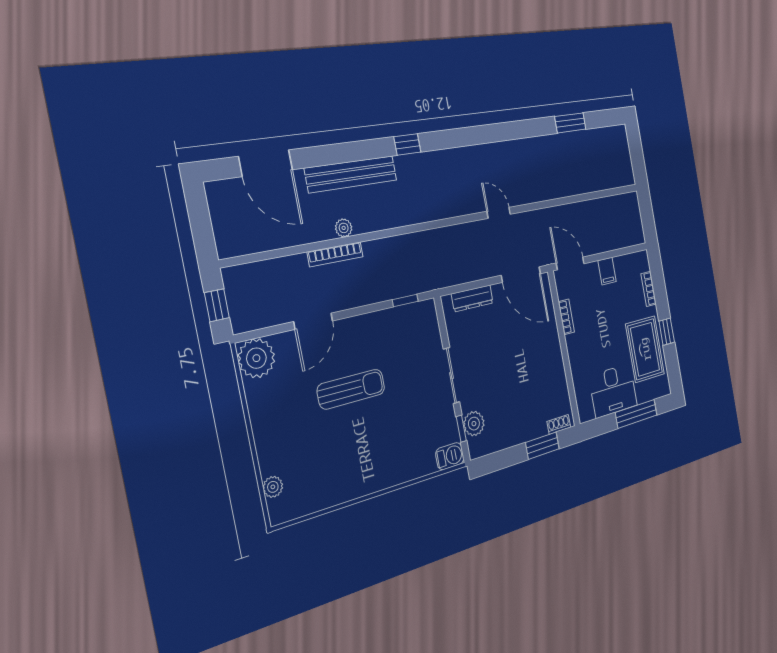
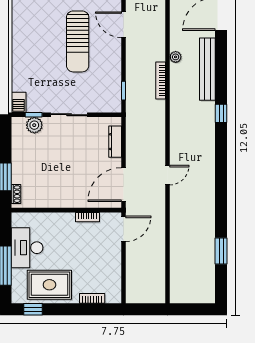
bookcase: (335, 254) -> (161, 80), moved
filing cabinet: (607, 271) -> (112, 261), removed
window: (667, 332) -> (33, 309), moved
sun lounger: (351, 389) -> (78, 41), width x1.36, depth x1.34

